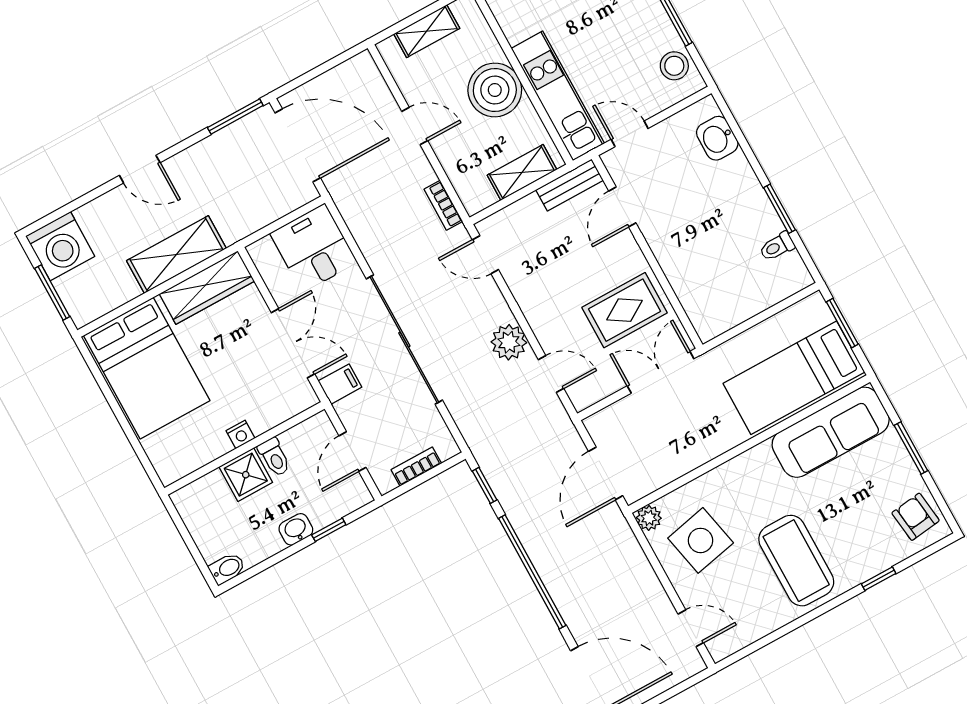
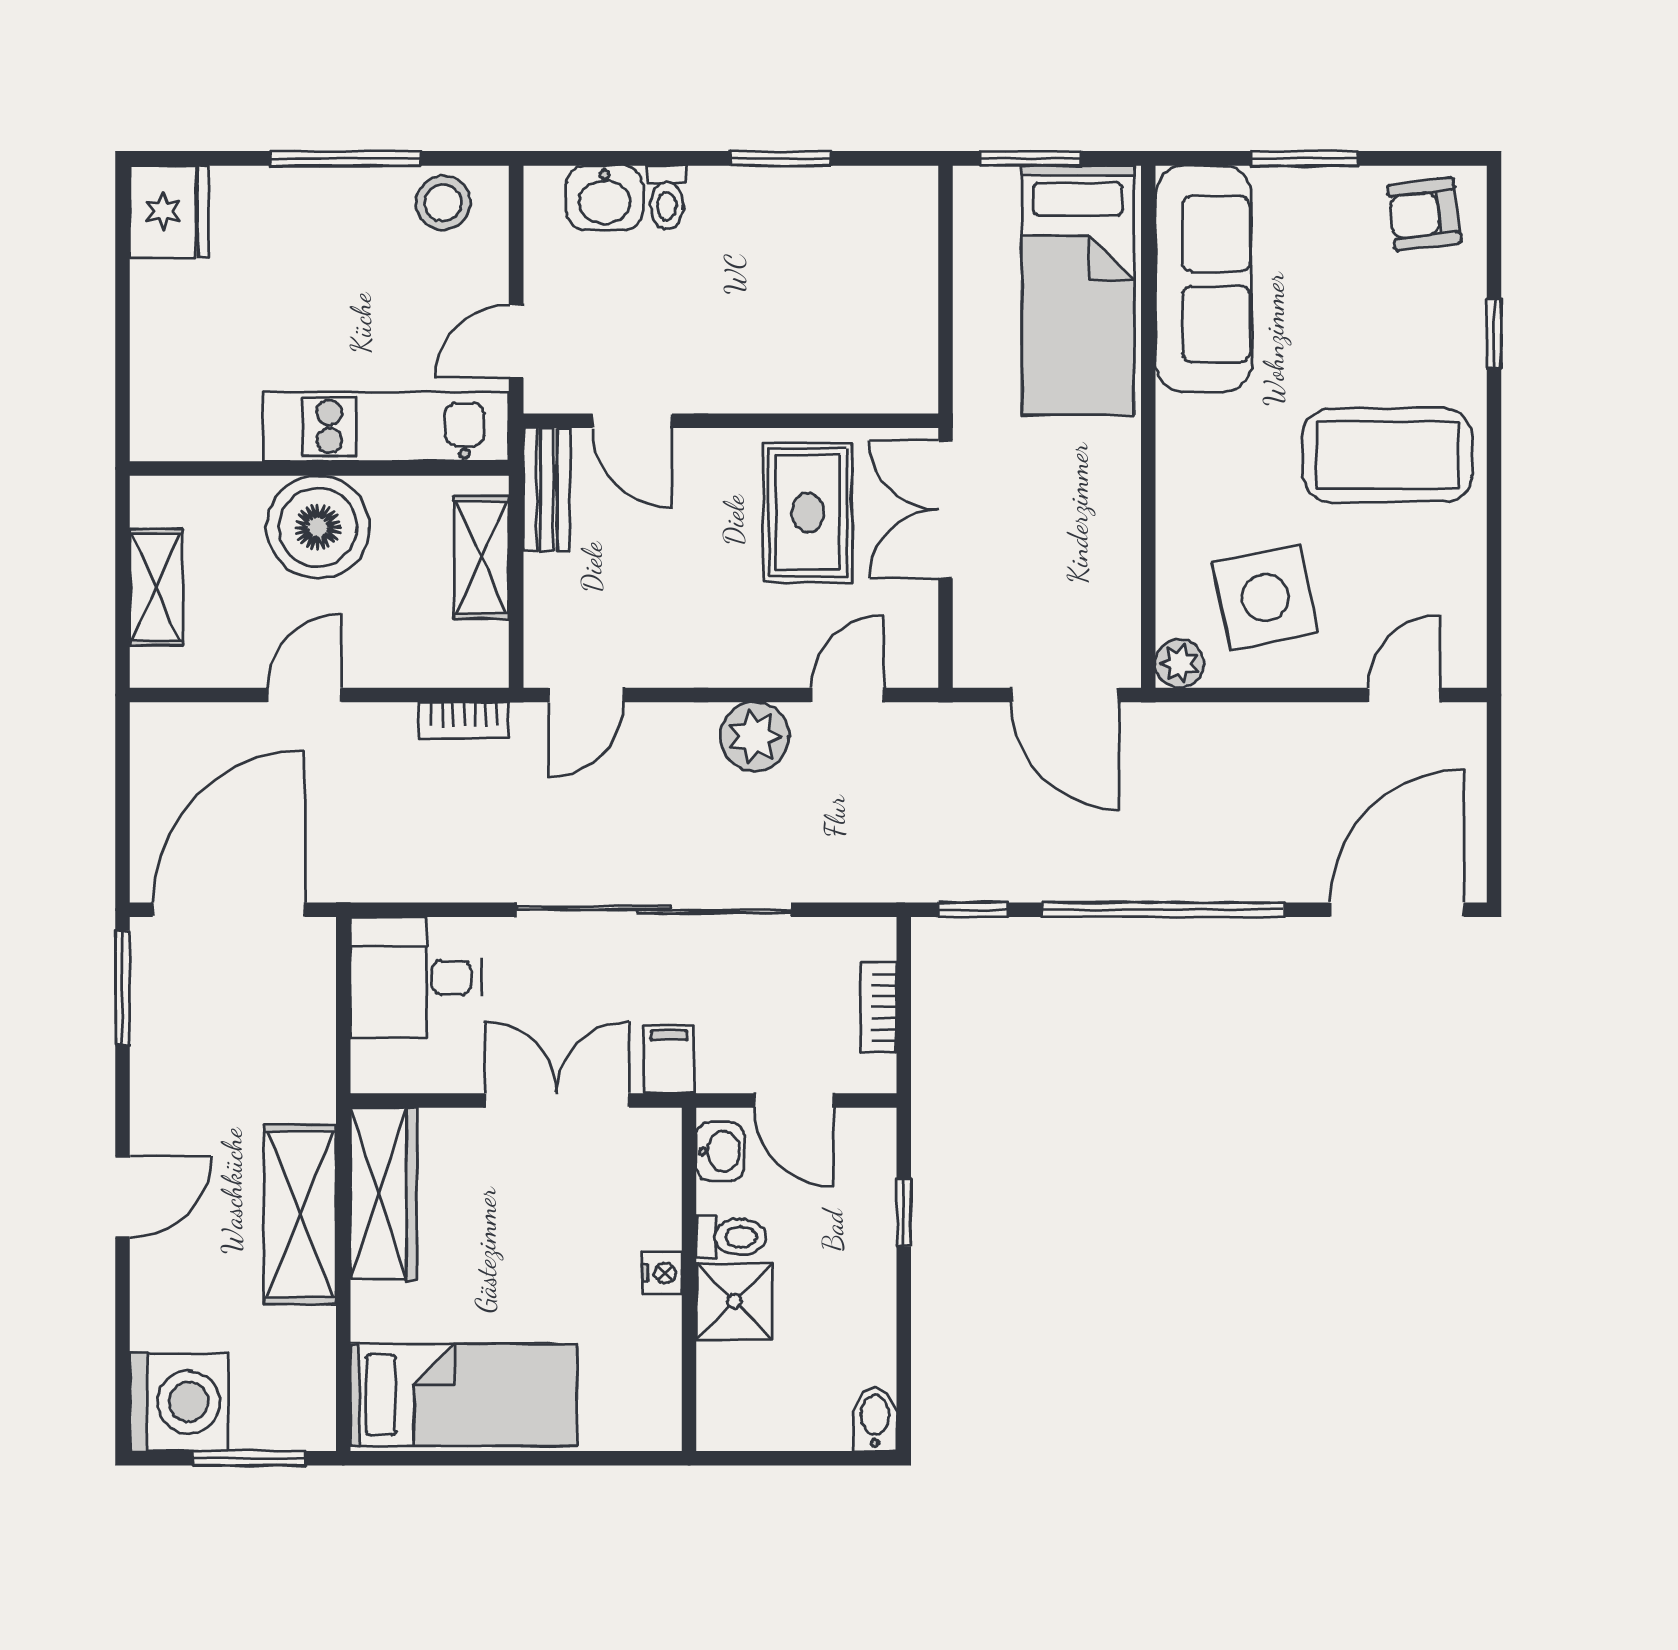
toilet: (777, 247) -> (667, 197), moved
bed: (147, 368) -> (464, 1395), width x0.67
washbasin: (296, 529) -> (720, 1151), moved, turned 180

